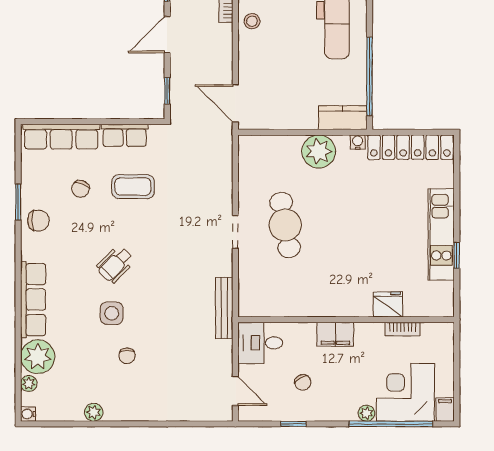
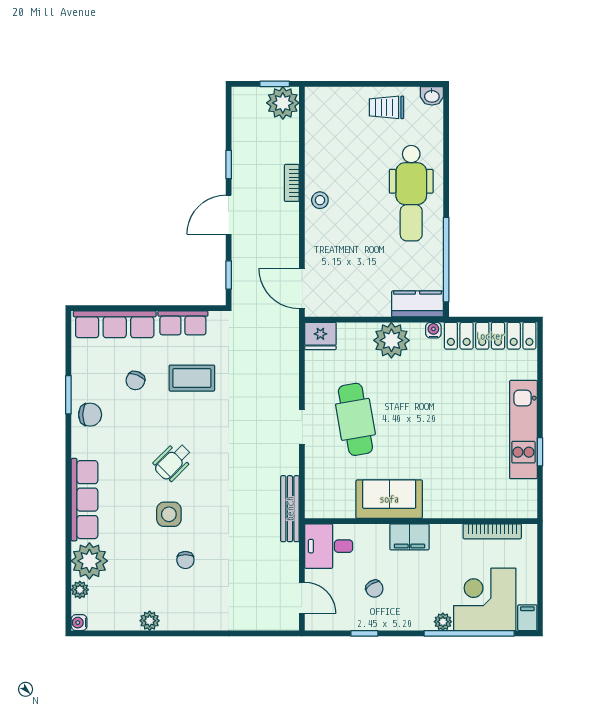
sofa: (316, 299) -> (389, 499), added
fridge: (388, 304) -> (320, 336), moved, turned 180
bookcase: (403, 329) -> (492, 531), width x1.56

